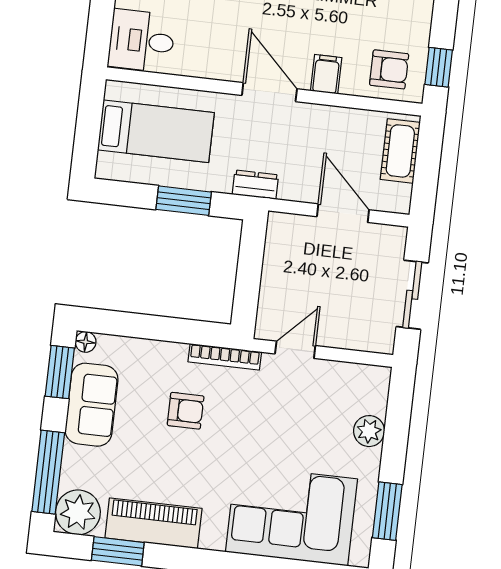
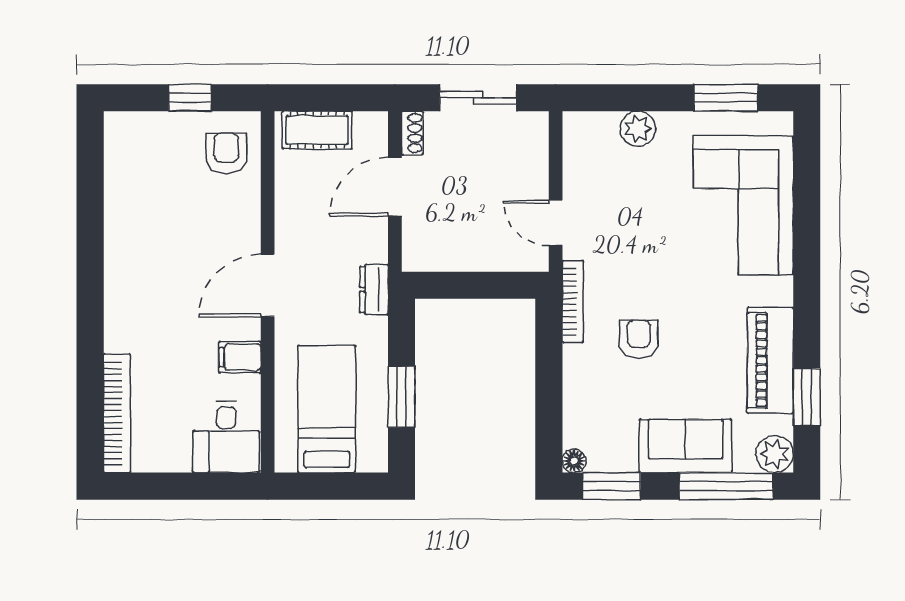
window: (439, 67) -> (190, 98), moved
filing cabinet: (326, 74) -> (240, 357), moved
window: (184, 201) -> (402, 397), moved
shoe rack: (388, 234) -> (412, 133), added
sofa: (92, 405) -> (686, 446), moved
plant: (78, 512) -> (775, 454), width x0.73, depth x0.73

